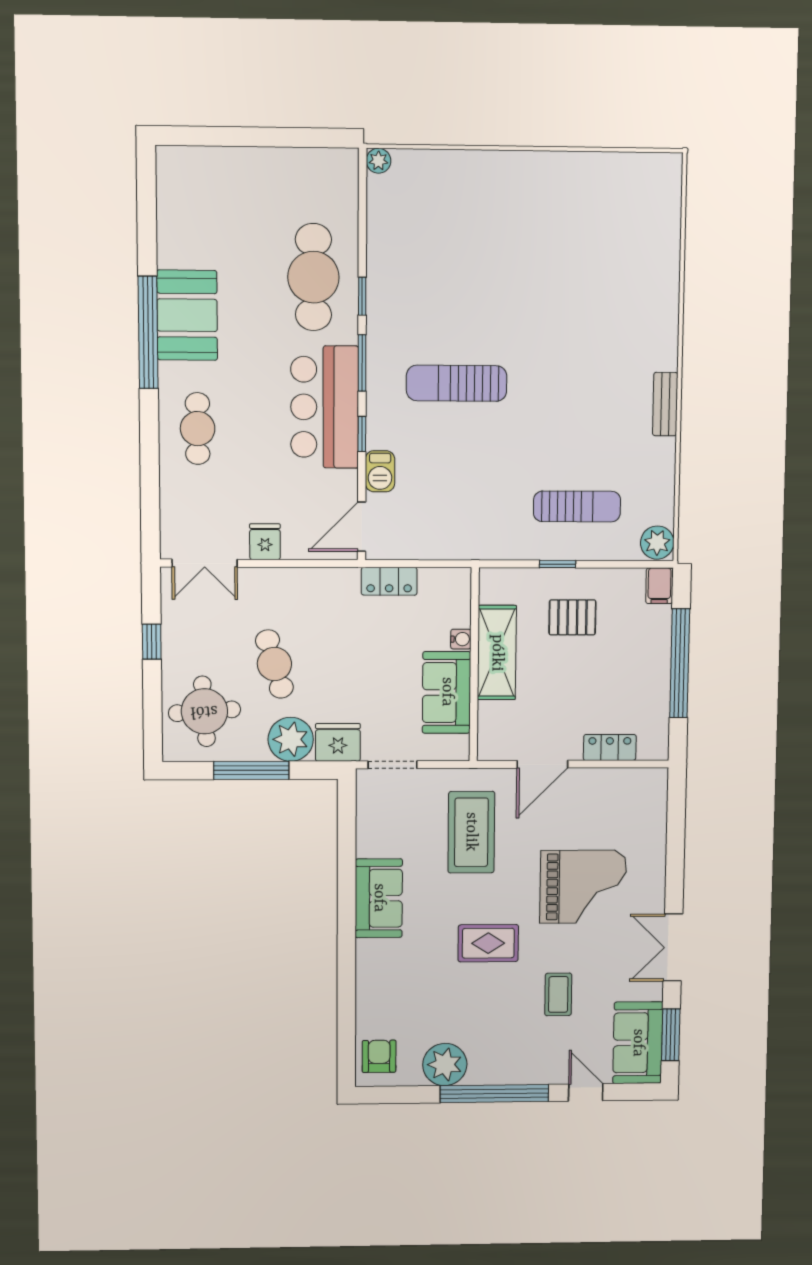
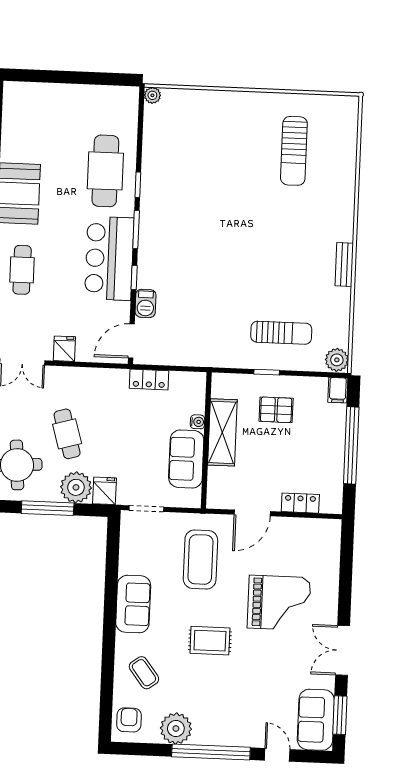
sun lounger: (457, 383) -> (294, 151), moved, turned -90
fridge: (338, 742) -> (105, 491), width x0.72
coffee table: (558, 994) -> (144, 673), moved, turned -37

